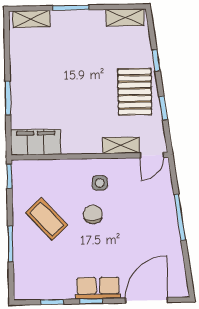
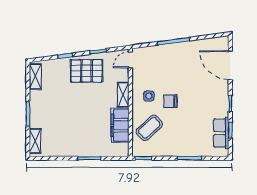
filing cabinet: (36, 142) -> (120, 125), moved
shelving: (121, 145) -> (123, 95), moved
door: (152, 155) -> (130, 60), swing flipped
coffee table: (47, 219) -> (149, 128), moved
row of seats: (98, 288) -> (221, 133), moved

